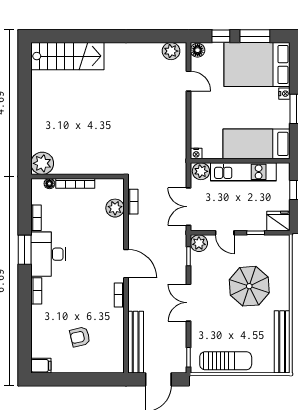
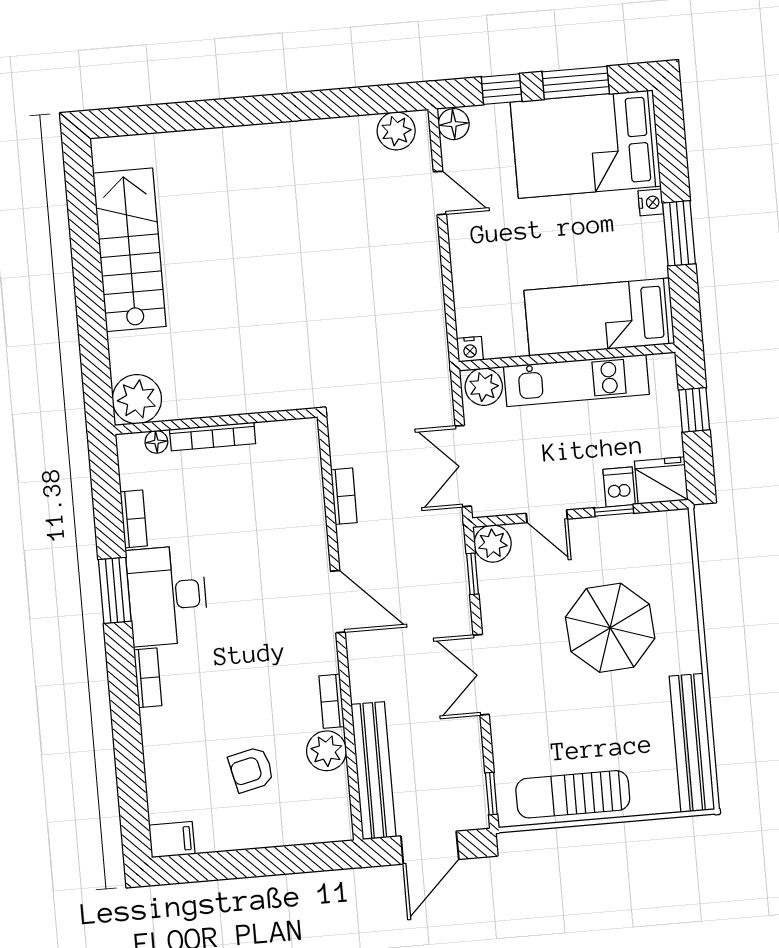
stairs: (67, 56) -> (129, 250), moved, turned -90
bookcase: (133, 202) -> (344, 496), moved
plant: (115, 208) -> (327, 751), moved
dishwasher: (259, 222) -> (619, 487), added
bookcase: (119, 295) -> (332, 701), moved
sun lounger: (226, 361) -> (573, 794), turned 180

